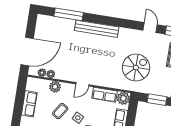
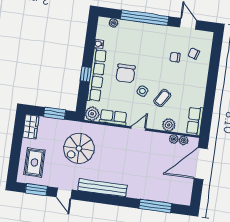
bench: (97, 29) -> (103, 188), moved
row of seats: (29, 104) -> (195, 121), moved

